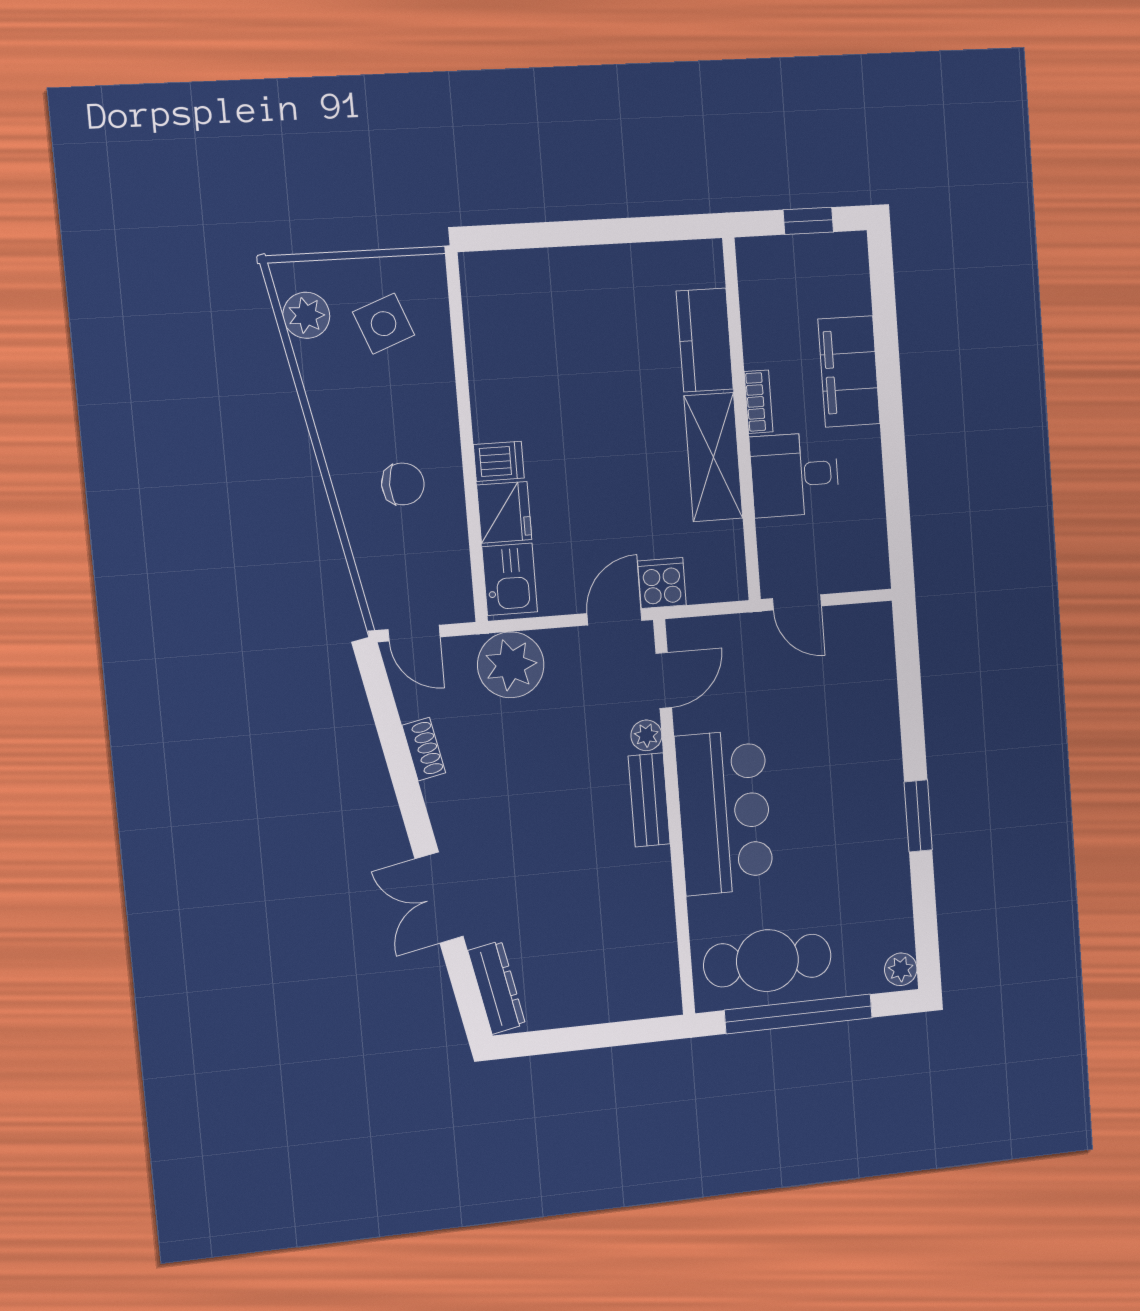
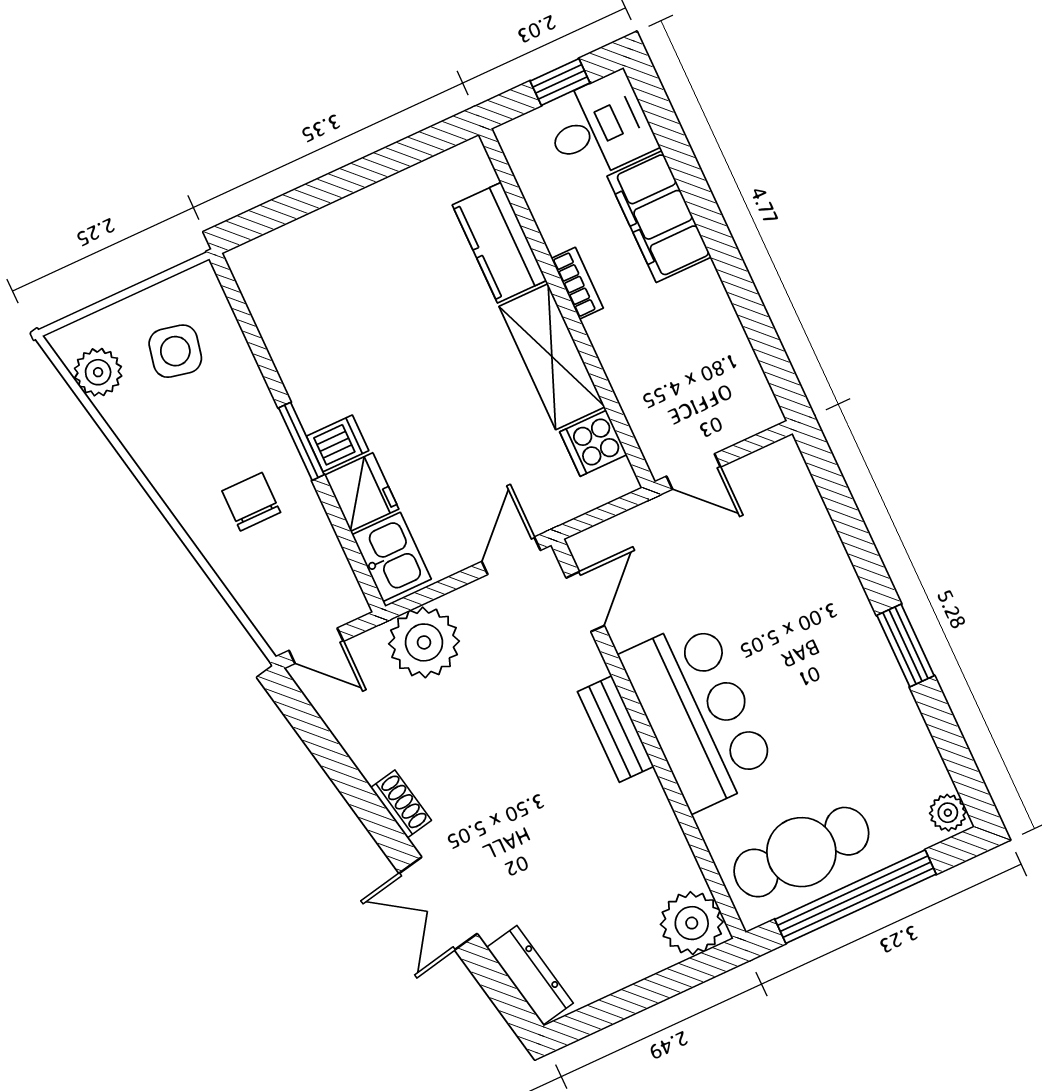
side table: (384, 324) -> (175, 351), turned 33
window: (467, 447) -> (301, 441), added
desk: (795, 475) -> (599, 127), moved, turned 180
chair: (403, 484) -> (251, 502), turned -90
cooker: (662, 583) -> (593, 443), moved, turned -90
plant: (646, 735) -> (692, 923), moved, width x1.88, depth x1.88
shoe rack: (424, 749) -> (401, 804), moved

